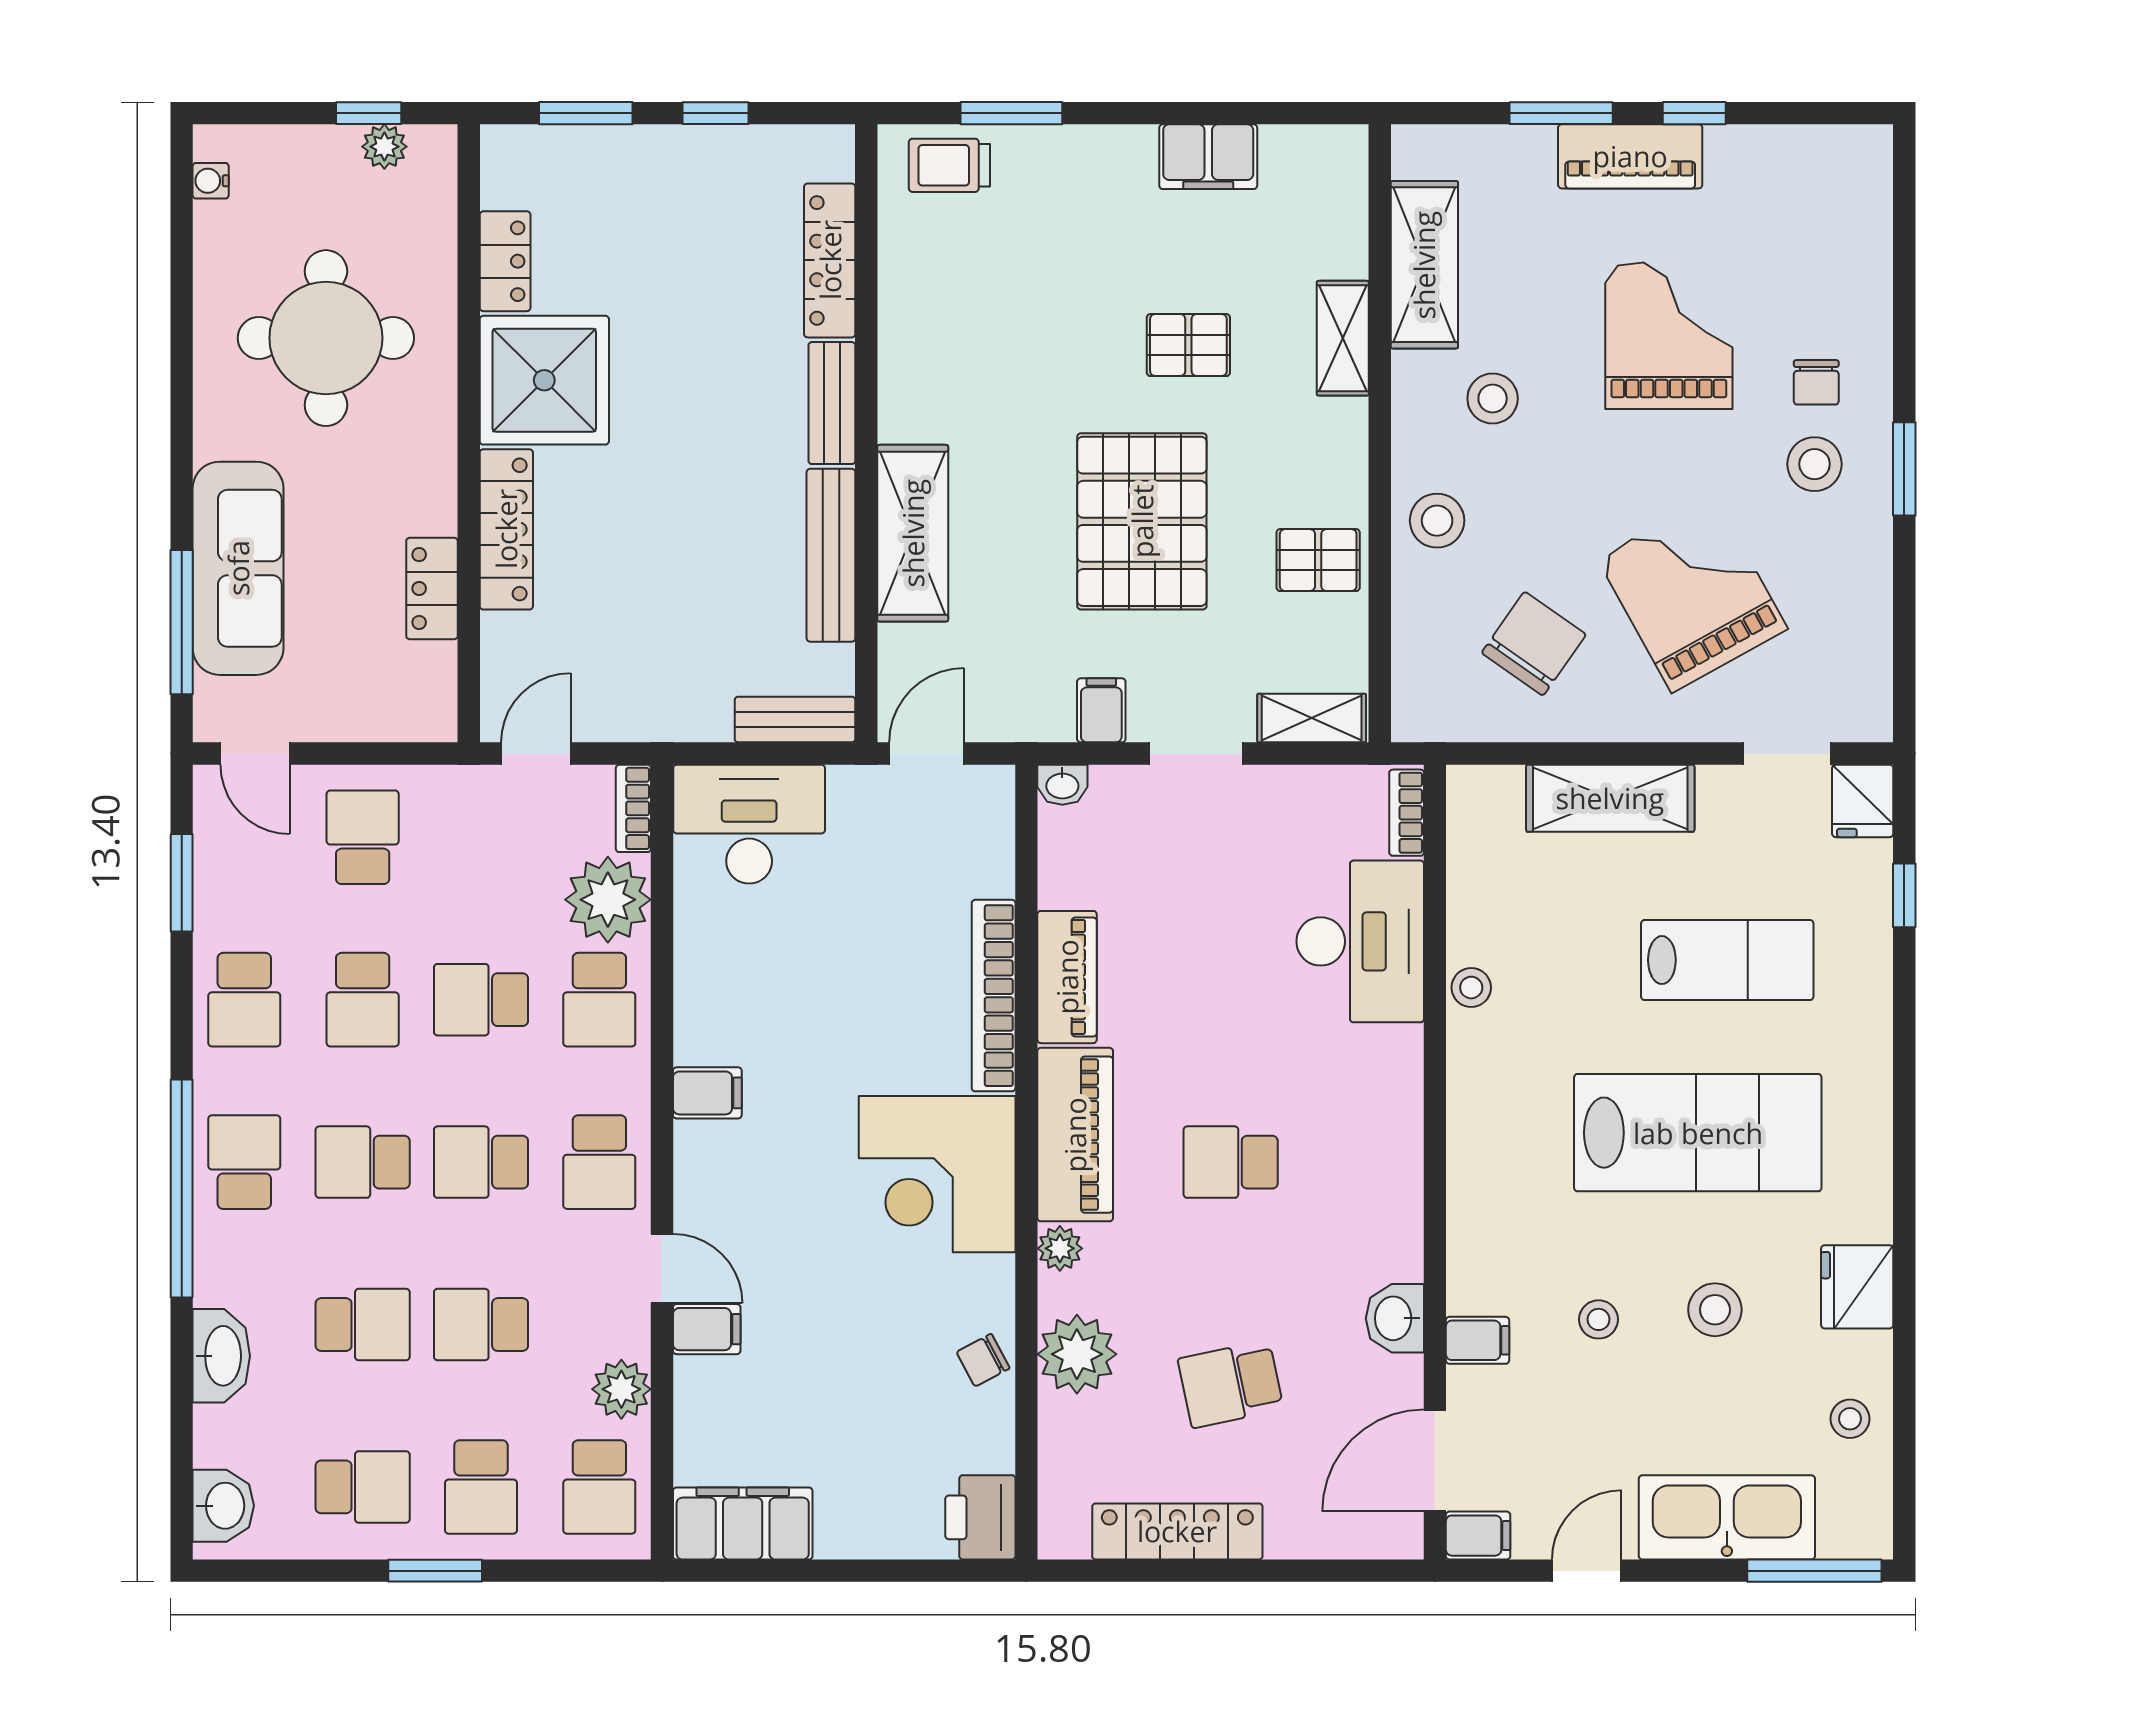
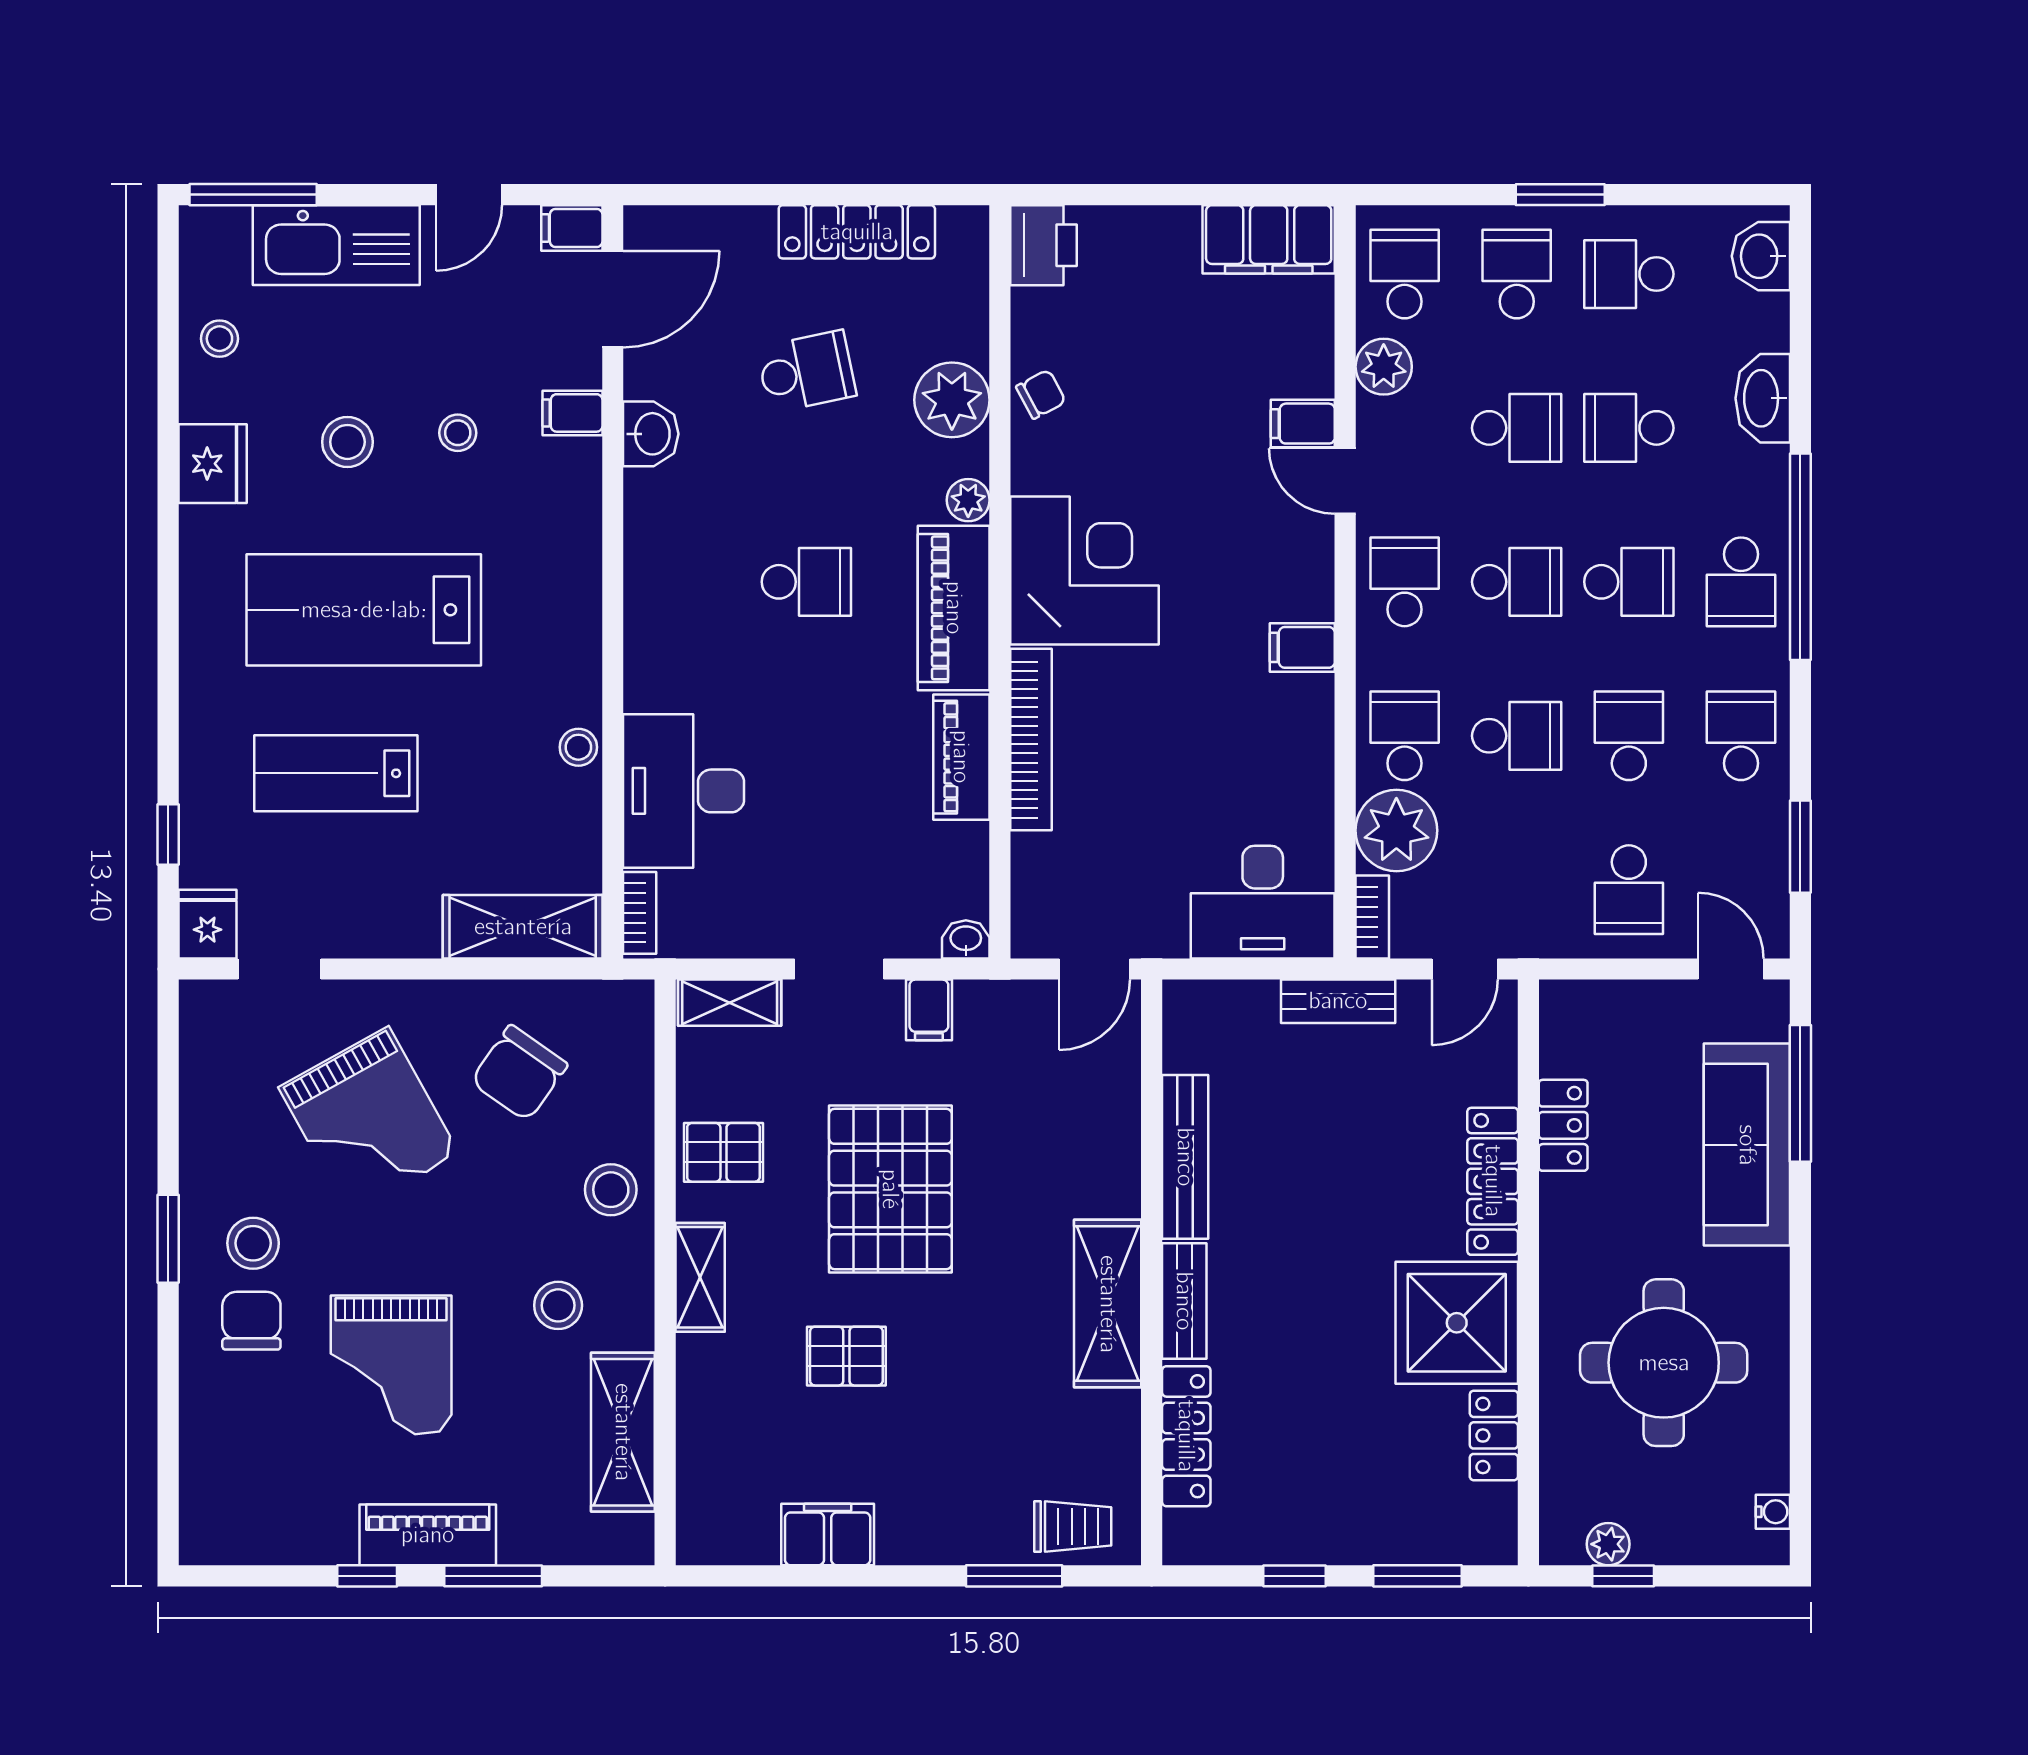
shelving: (1343, 338) -> (700, 1277), moved
chair: (1816, 382) -> (251, 1321), width x1.37, depth x1.37
shelving: (913, 533) -> (1108, 1304), moved
bench: (795, 719) -> (1338, 1001), moved
shelving: (1610, 798) -> (523, 927), moved

